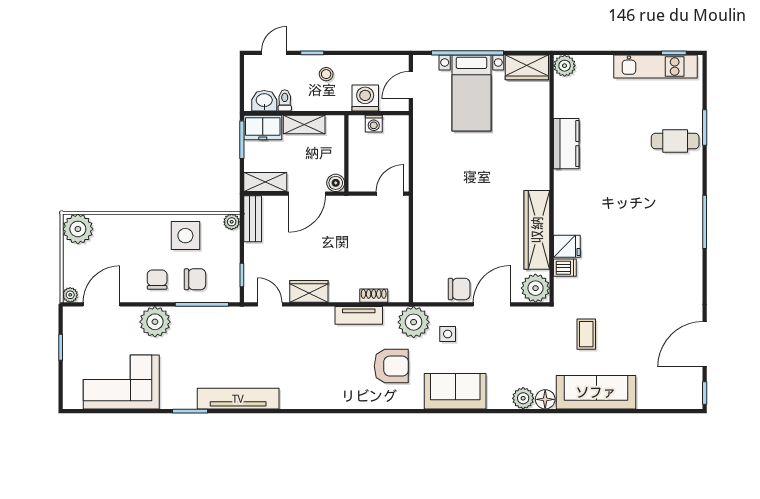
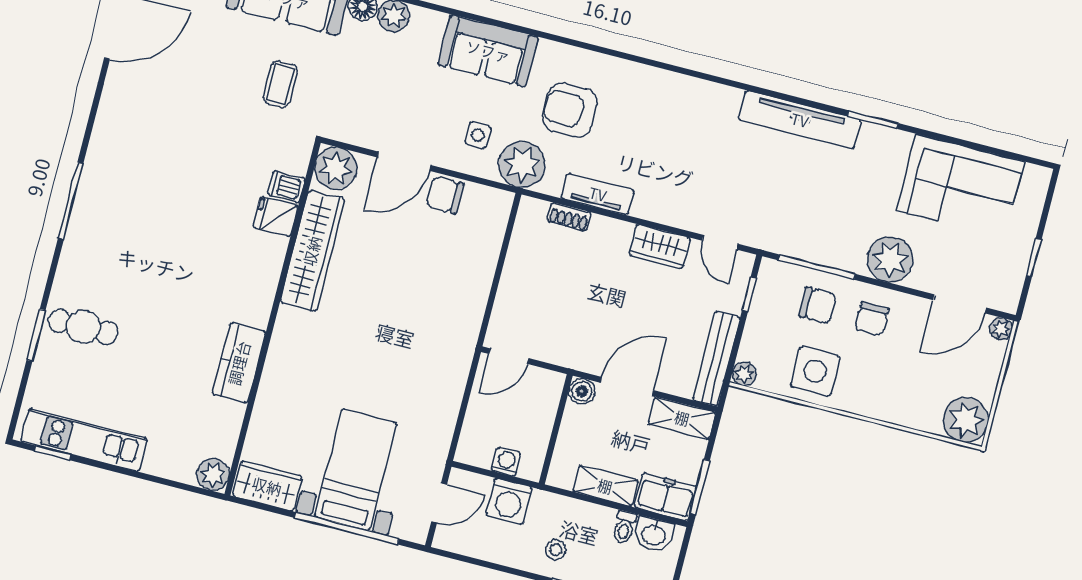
bench: (253, 219) -> (716, 359), width x1.36
chair: (195, 279) -> (818, 305), turned 180

